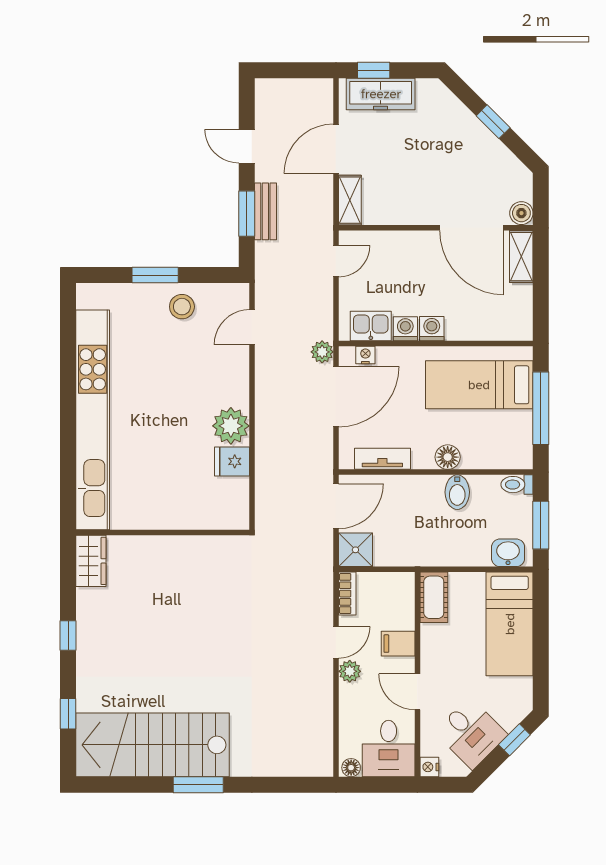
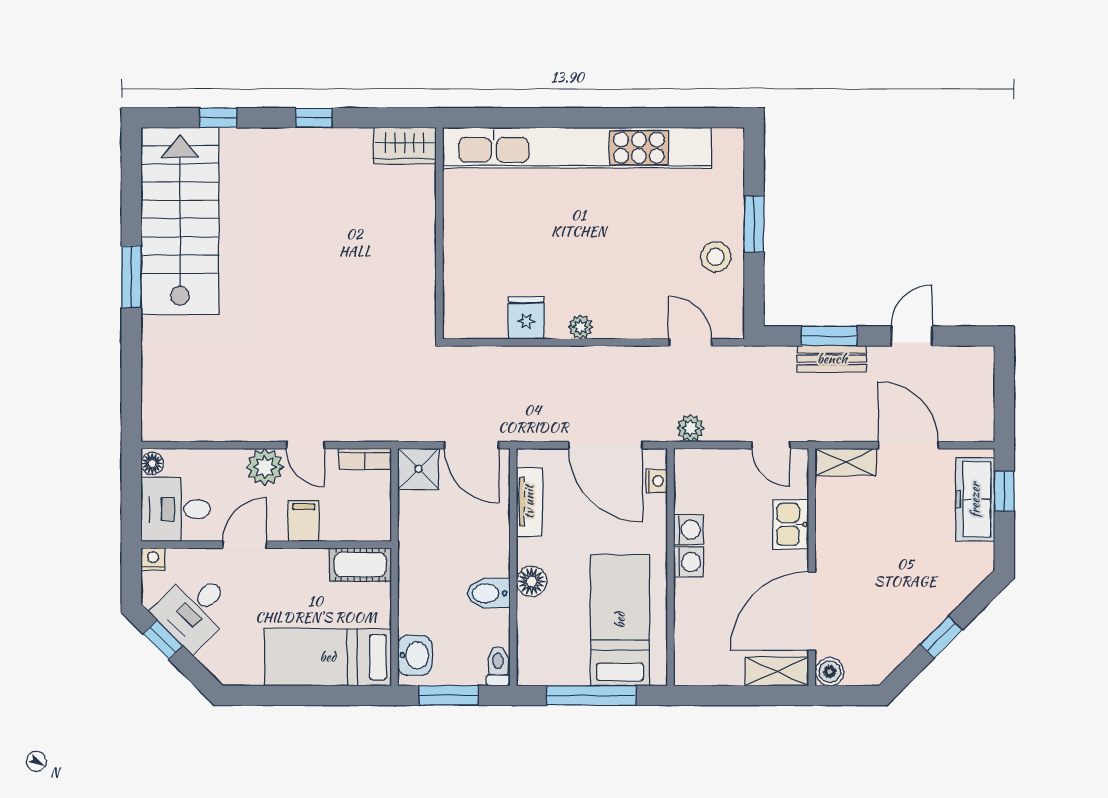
kitchen sink: (371, 326) -> (790, 524), moved, turned 180
plant: (322, 352) -> (690, 428), moved
plant: (231, 426) -> (580, 327), width x0.53, depth x0.53
plant: (350, 671) -> (265, 467), width x1.38, depth x1.38
window: (514, 740) -> (163, 640), moved

